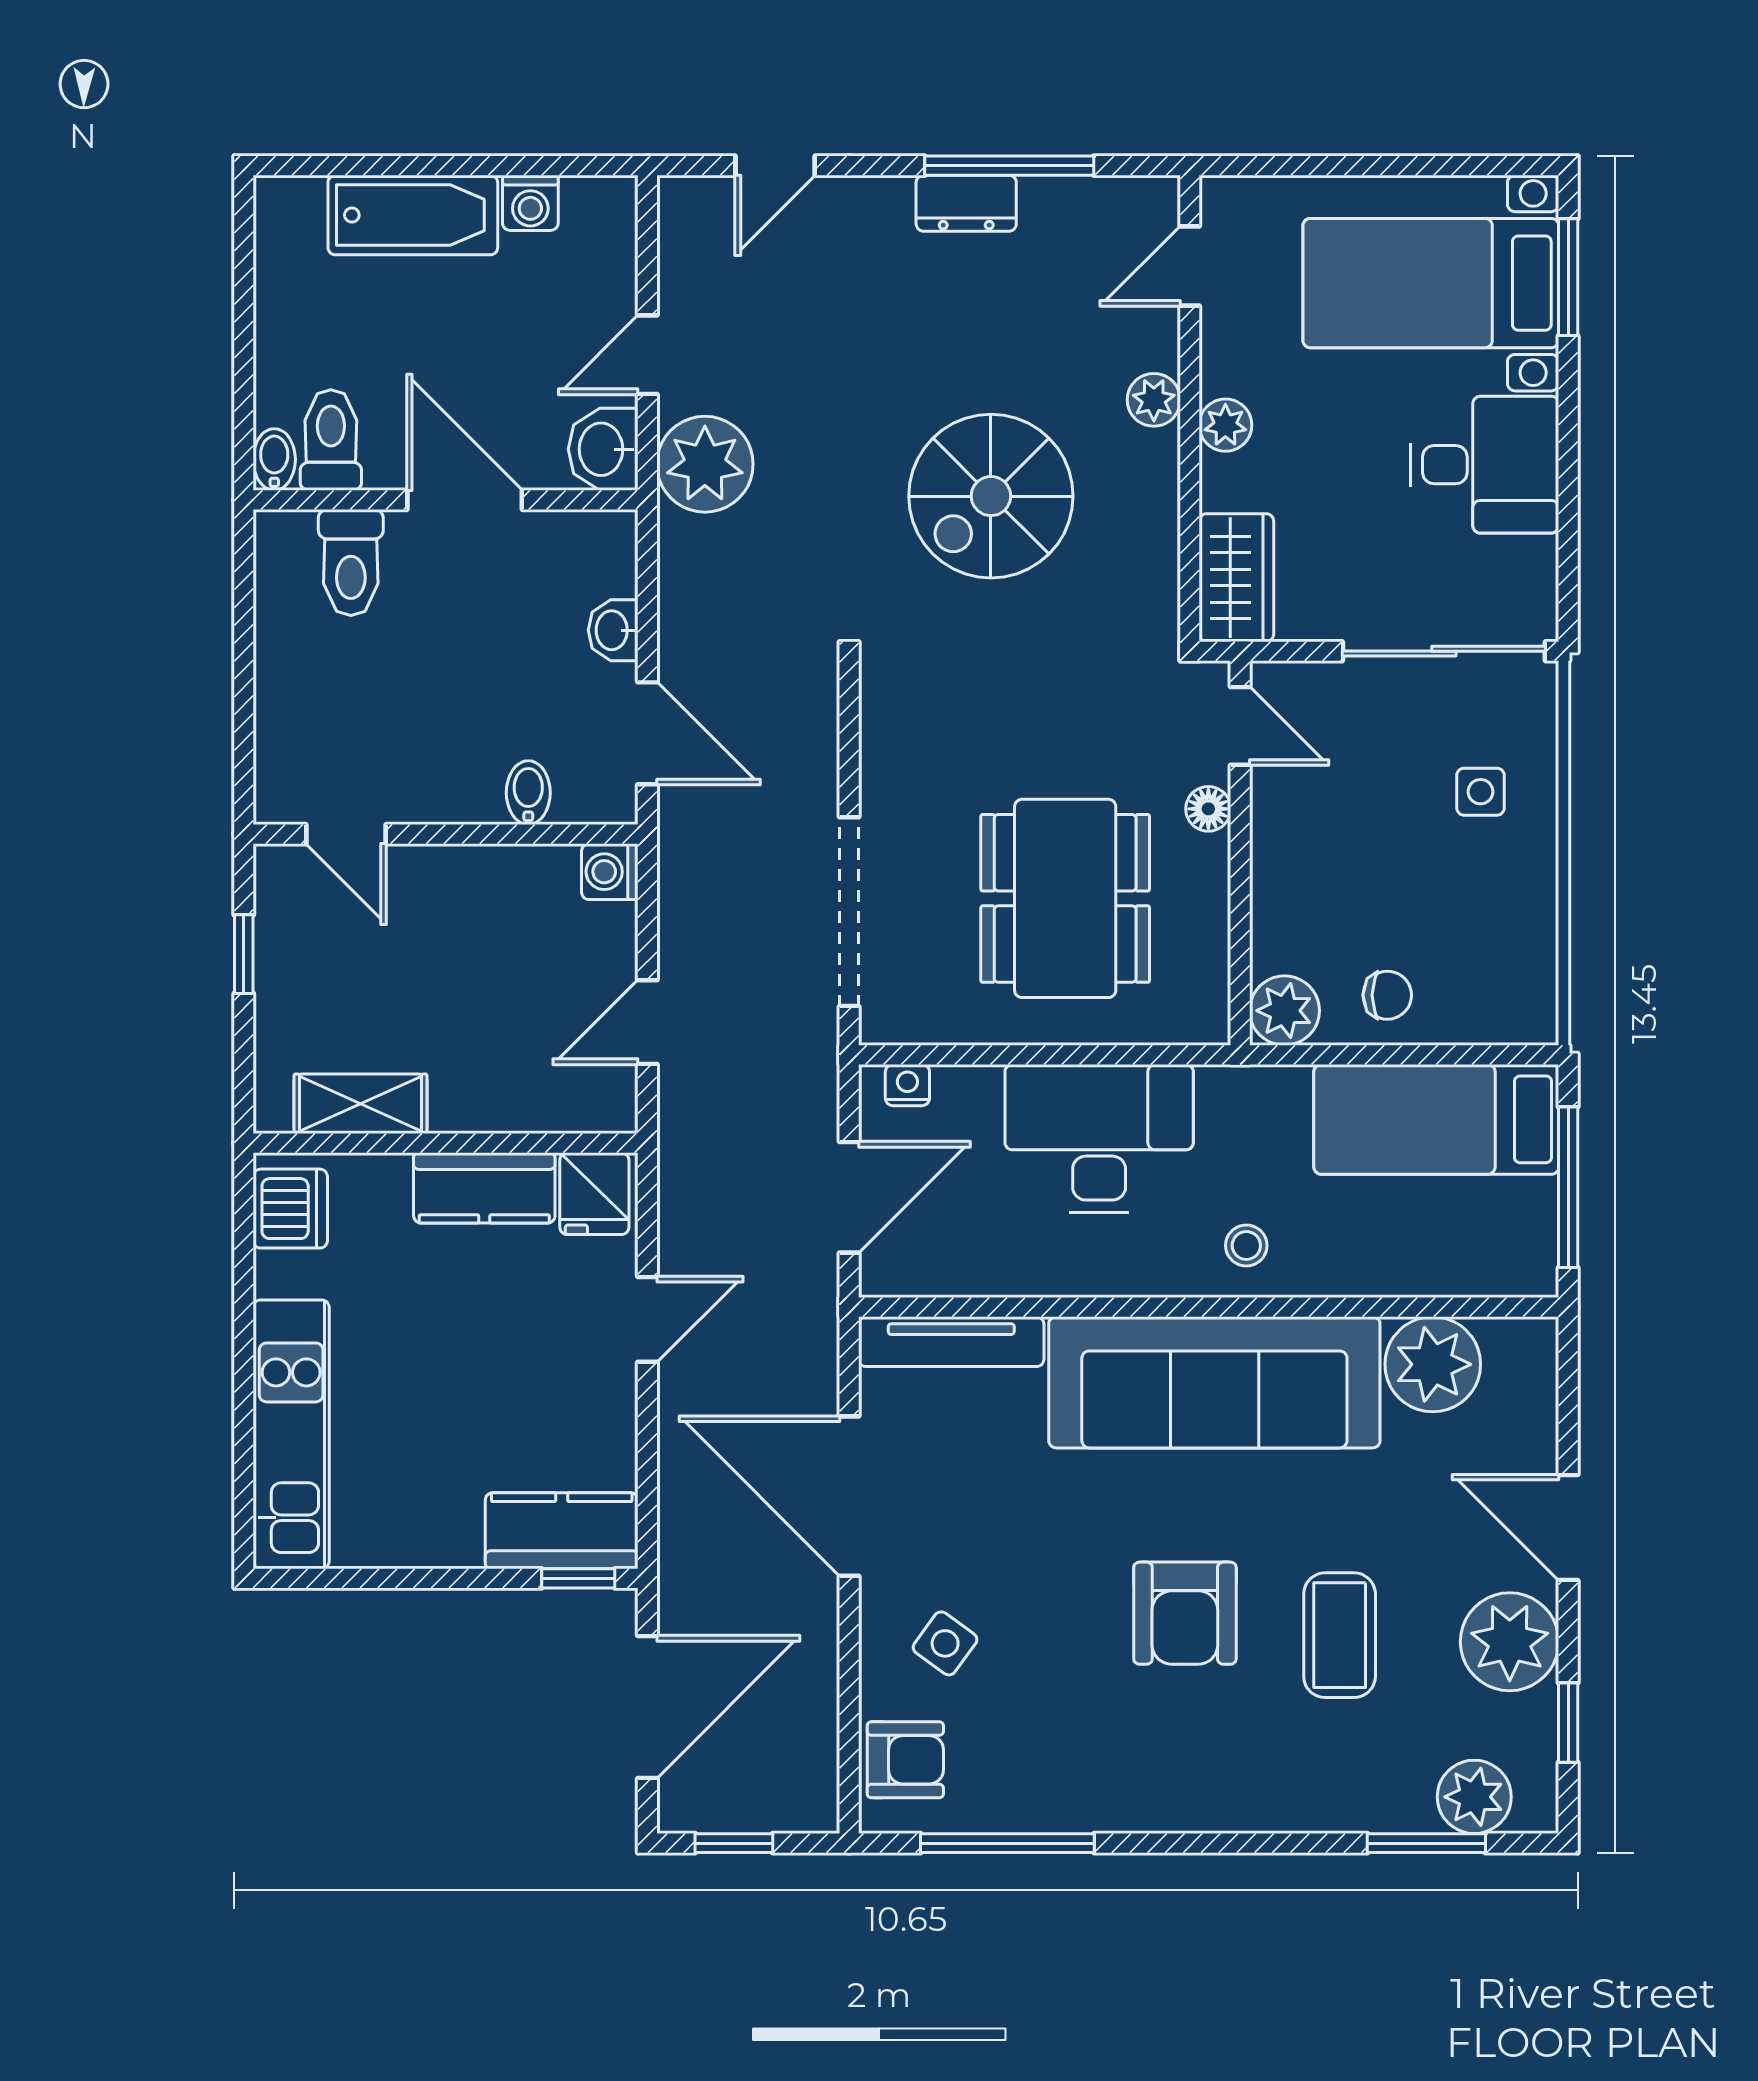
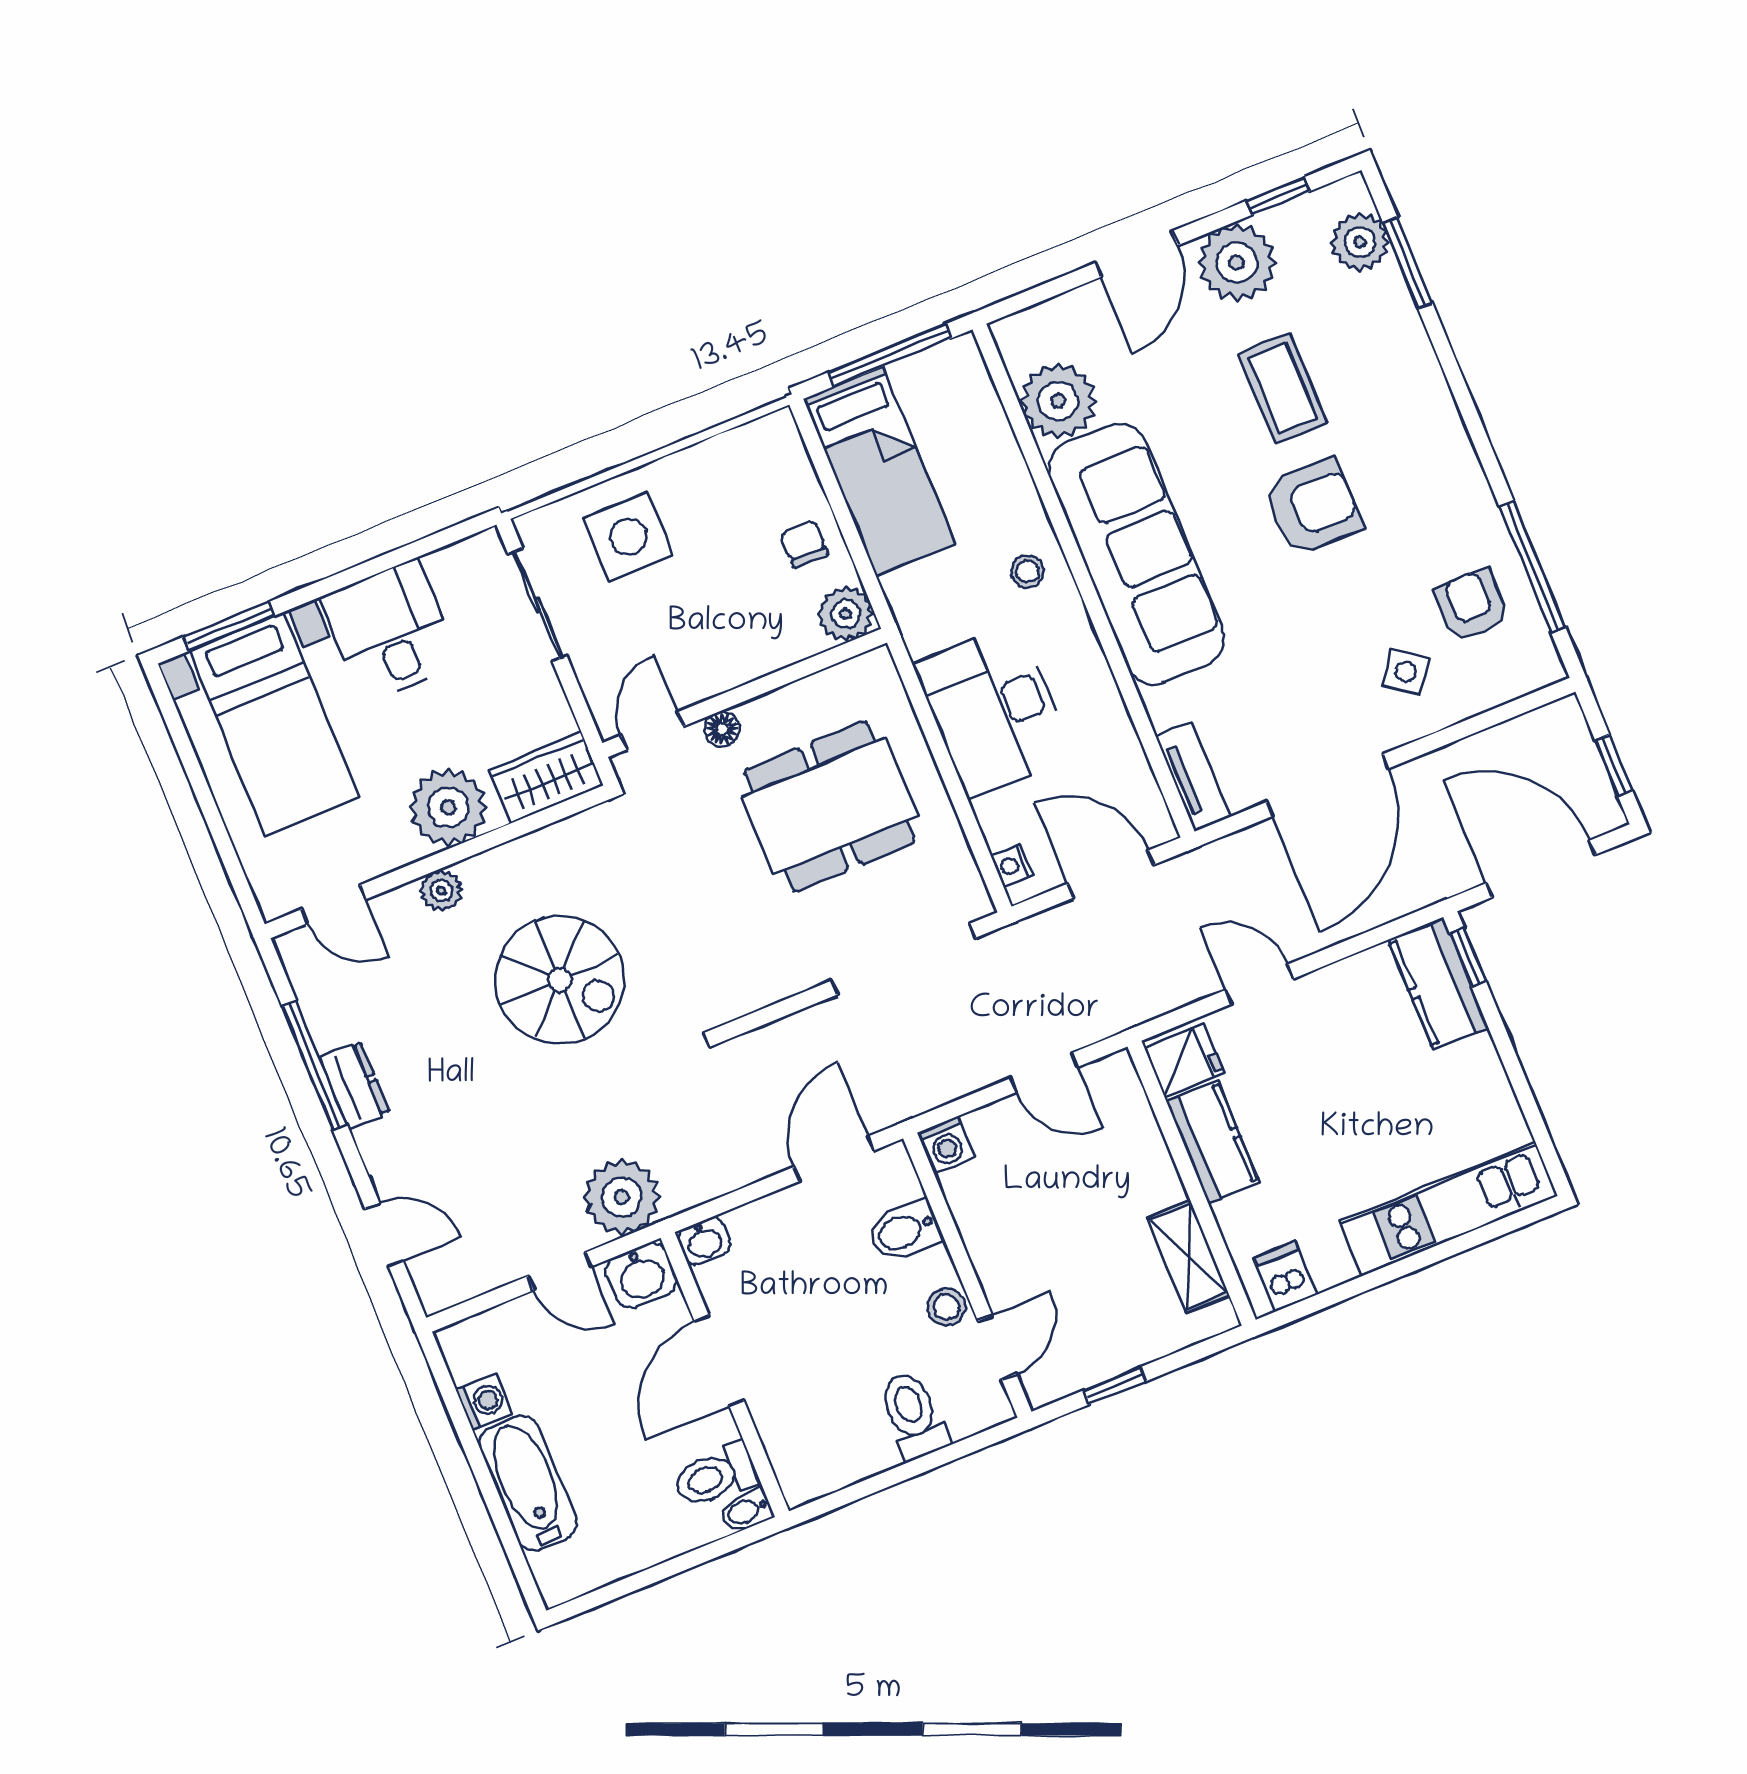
plant: (1225, 425) -> (448, 807), width x1.87, depth x1.87
toilet: (351, 563) -> (913, 1415), moved, turned -90
washbasin: (613, 630) -> (704, 1241), moved
sliding door: (1444, 651) -> (538, 605), width x0.73
side table: (1480, 792) -> (629, 537), width x1.87, depth x1.87
bidet: (528, 793) -> (904, 1231), width x1.38, depth x1.36
stool: (418, 794) -> (947, 1307), added
dishwasher: (290, 1209) -> (1285, 1276), width x0.73
tv unit: (951, 1342) -> (1193, 777), width x0.71
coffee table: (1340, 1635) -> (1283, 388), turned 90
armchair: (905, 1760) -> (1471, 605), moved

